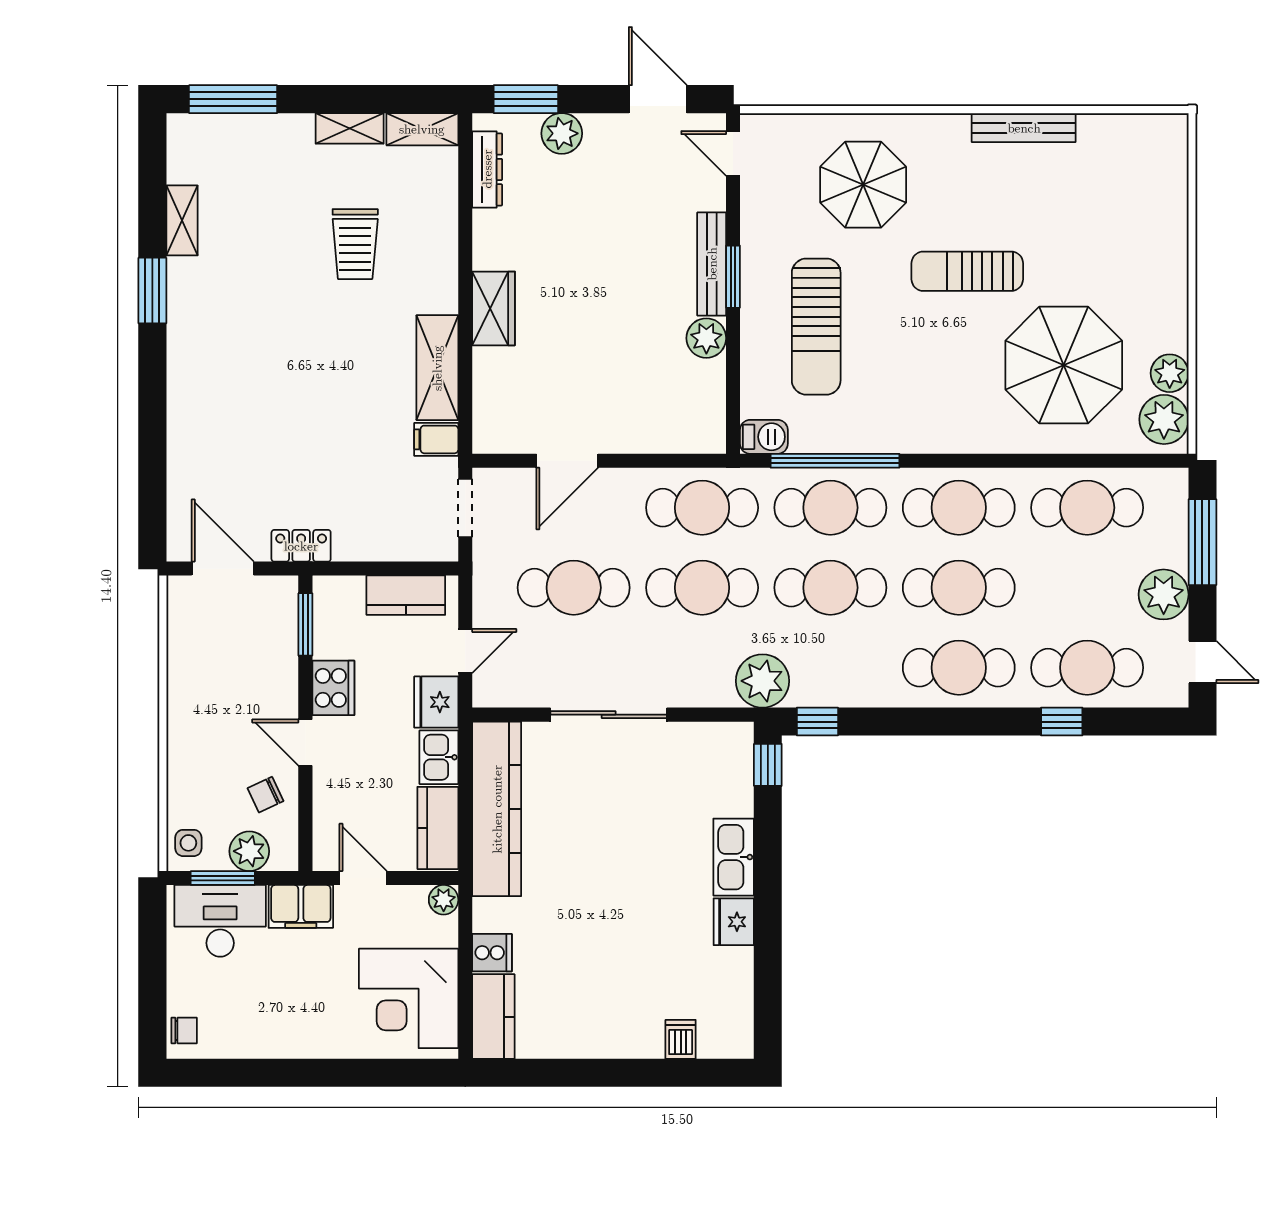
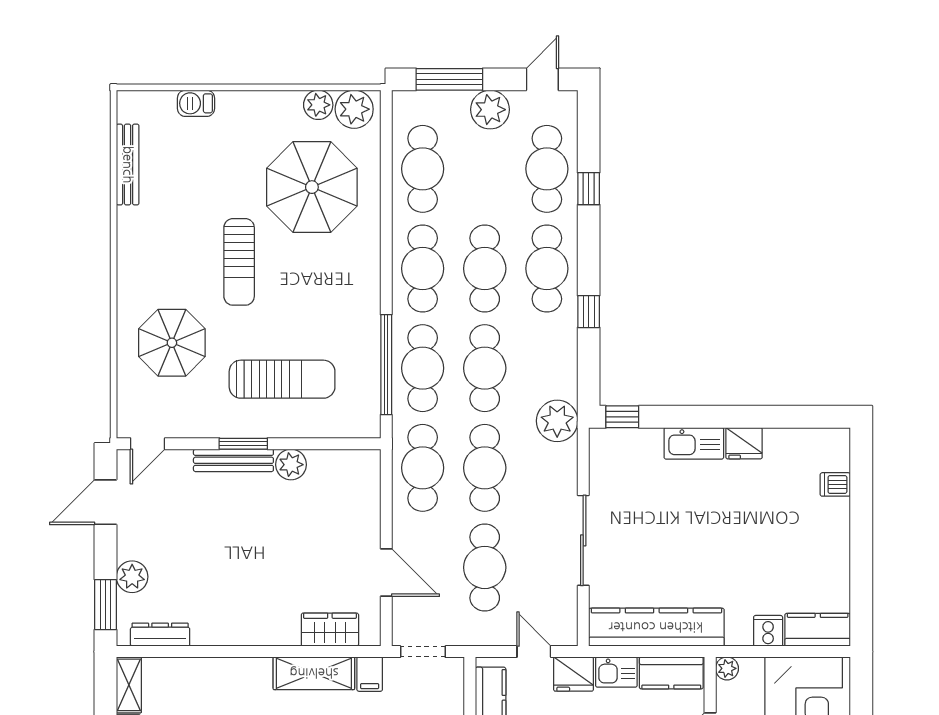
bench: (1024, 128) -> (128, 165), moved
wardrobe: (494, 308) -> (330, 630), moved
barbecue: (764, 437) -> (196, 103), moved, turned -90
window: (817, 722) -> (589, 312), moved

